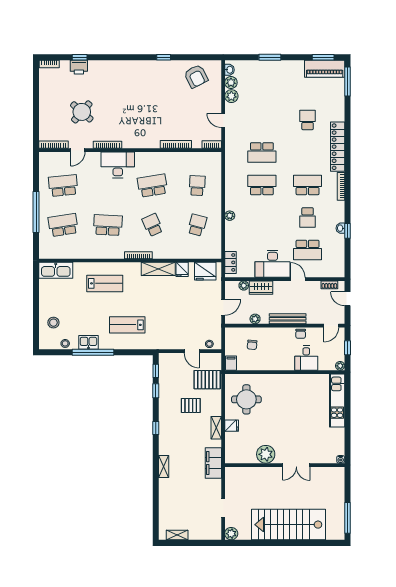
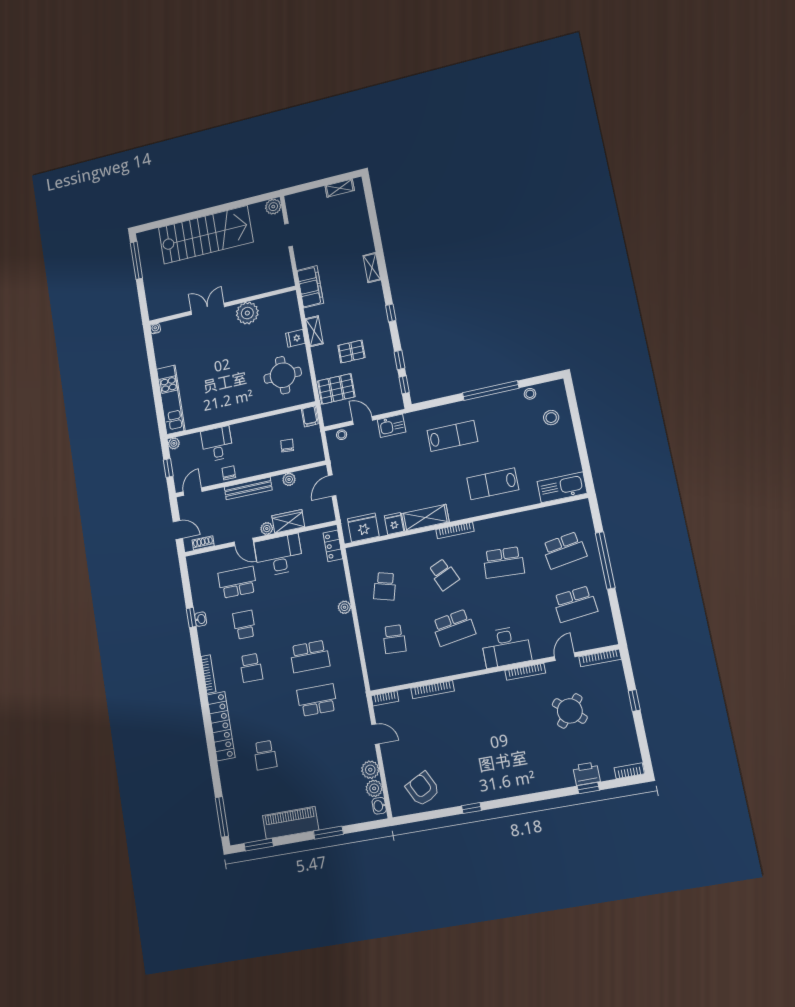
piano: (325, 69) -> (291, 823), moved
window: (36, 111) -> (634, 700), added
school desk: (308, 185) -> (251, 668), width x0.54
plant: (244, 286) -> (267, 529), moved
kitchen sink: (88, 342) -> (392, 426), moved

